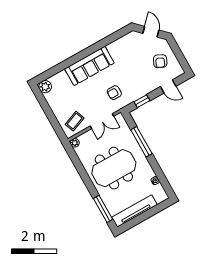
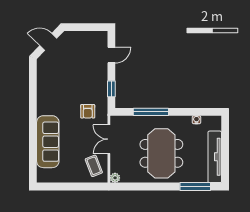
armchair: (160, 61) -> (82, 49), removed
sofa: (89, 66) -> (48, 142), moved
plant: (45, 87) -> (44, 176), removed
double door: (102, 121) -> (109, 139), swing flipped

